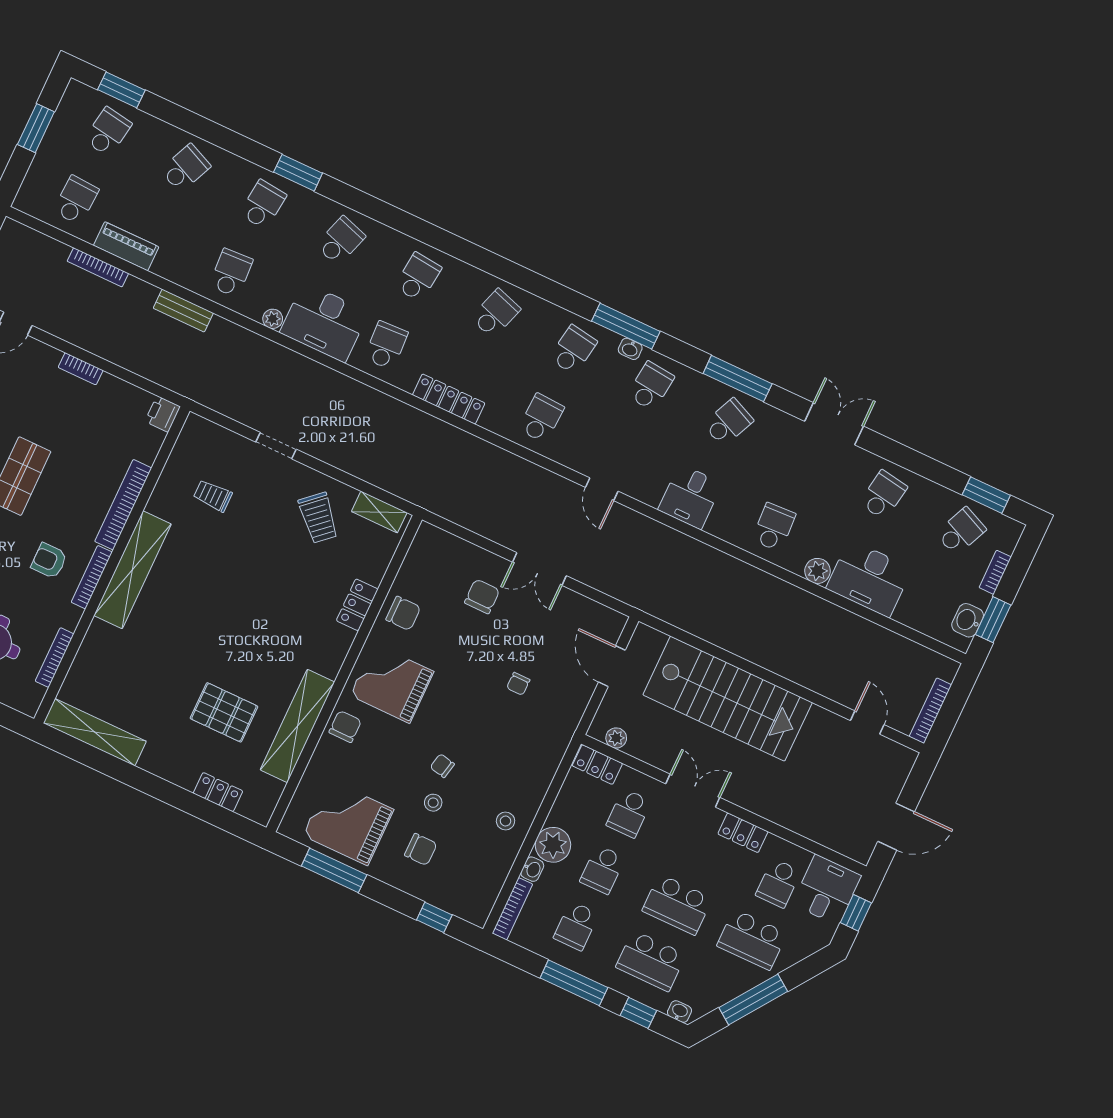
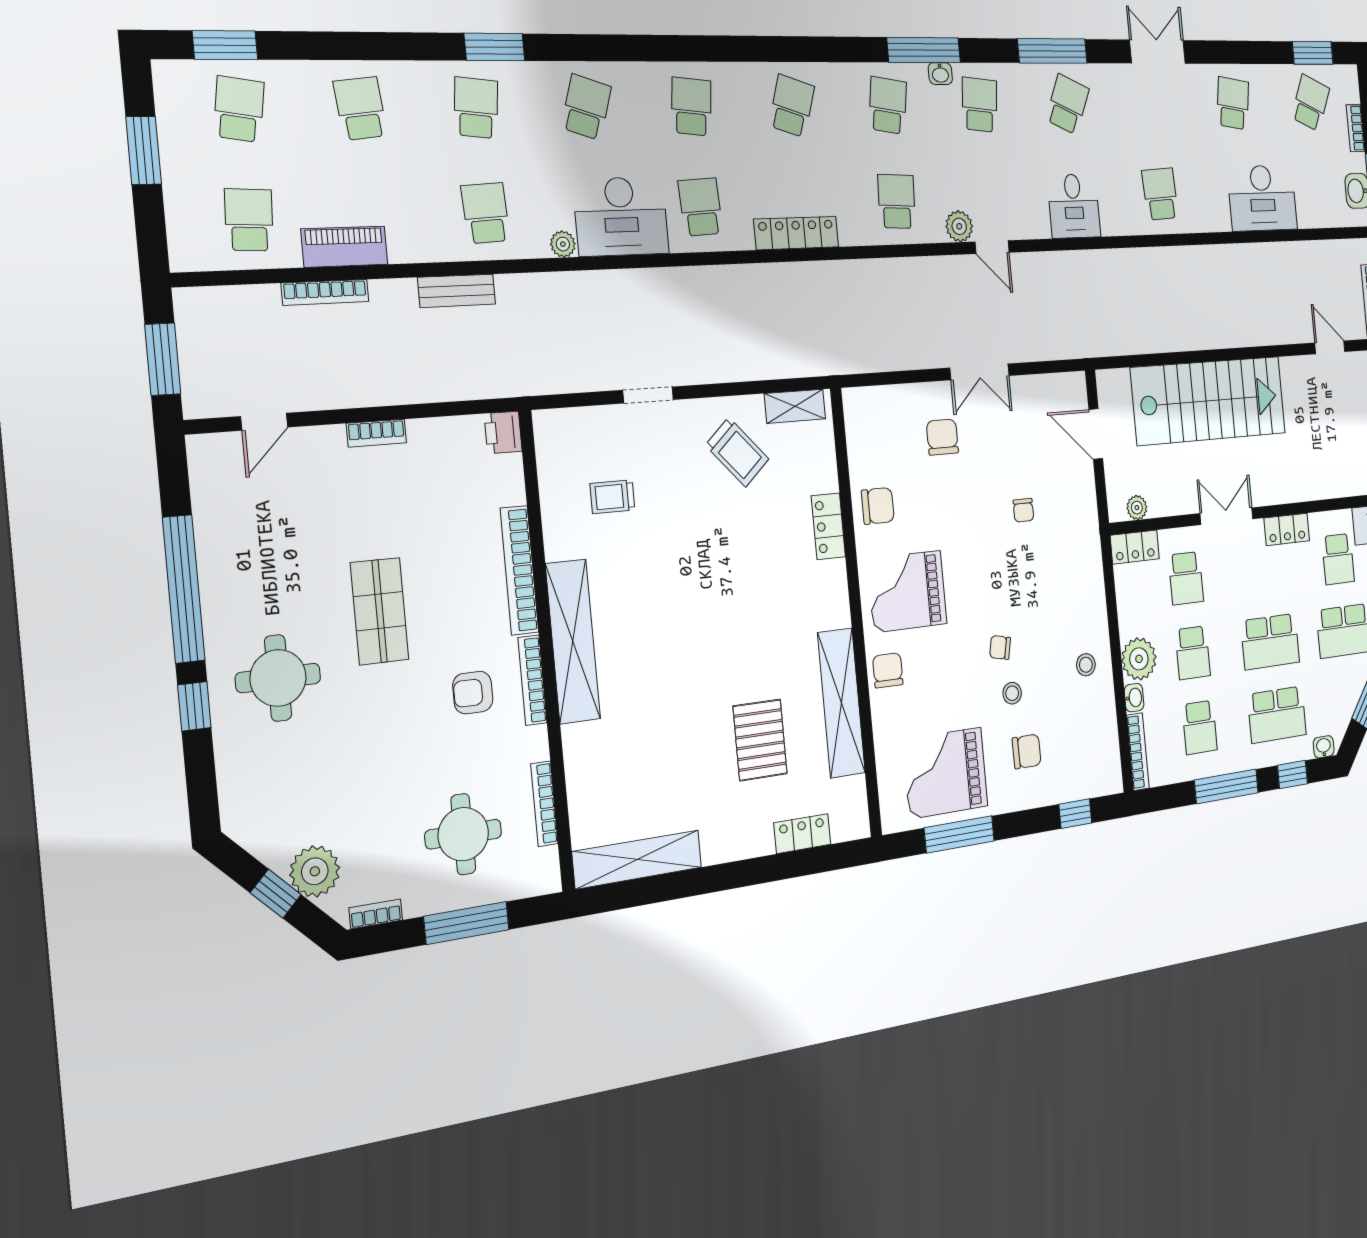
school desk: (185, 168) -> (360, 108), turned -30
plant: (817, 571) -> (959, 226), moved
pallet: (224, 712) -> (760, 740), turned 90

